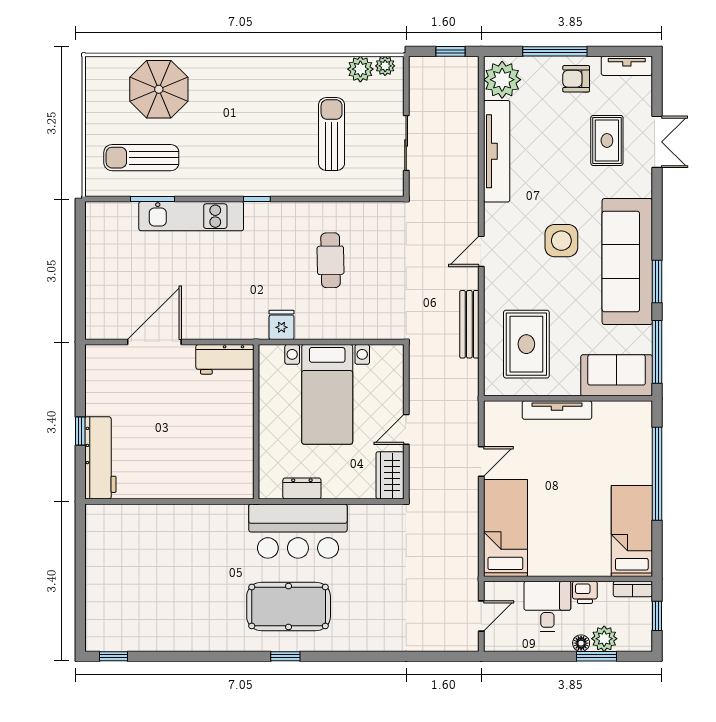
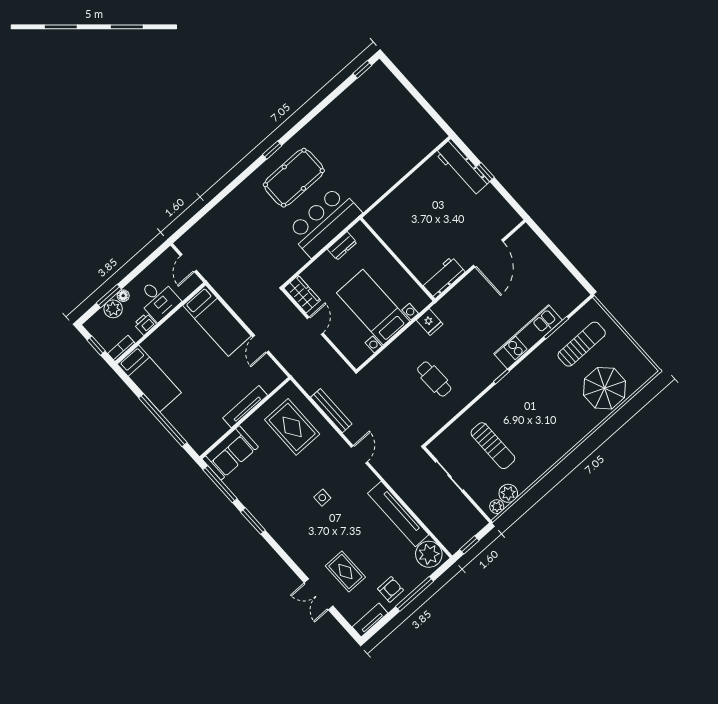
side table: (561, 241) -> (322, 498), width x0.54, depth x0.54
sofa: (627, 261) -> (278, 518), removed

